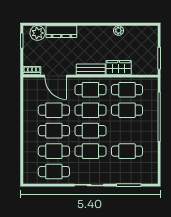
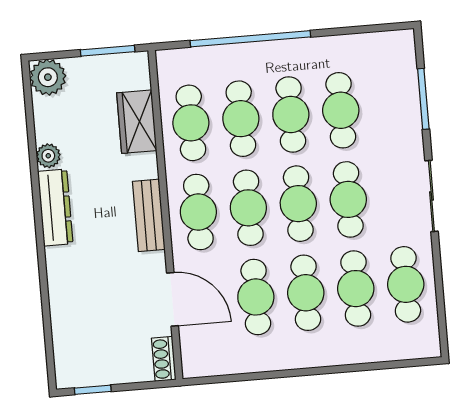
dresser: (61, 32) -> (55, 207), moved
plant: (38, 33) -> (48, 77), moved
wardrobe: (119, 68) -> (137, 122), moved
door: (56, 76) -> (173, 299), hinge flipped
cafe table: (127, 131) -> (291, 114), added

